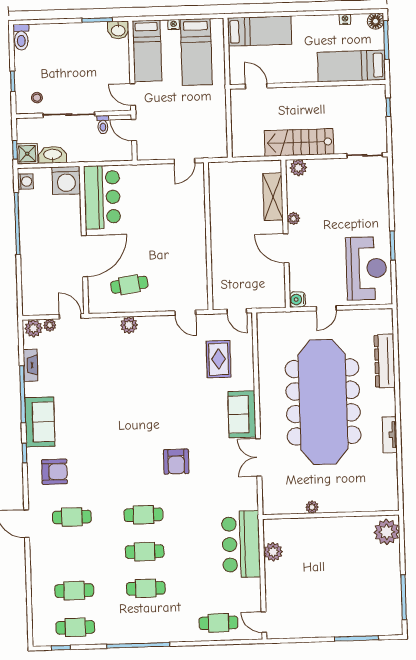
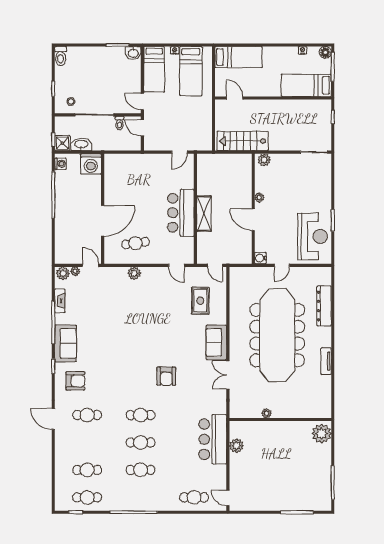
stairs: (299, 142) -> (243, 141), moved
bar counter: (102, 197) -> (181, 213), moved, turned 180
shelving: (273, 197) -> (204, 214), moved

